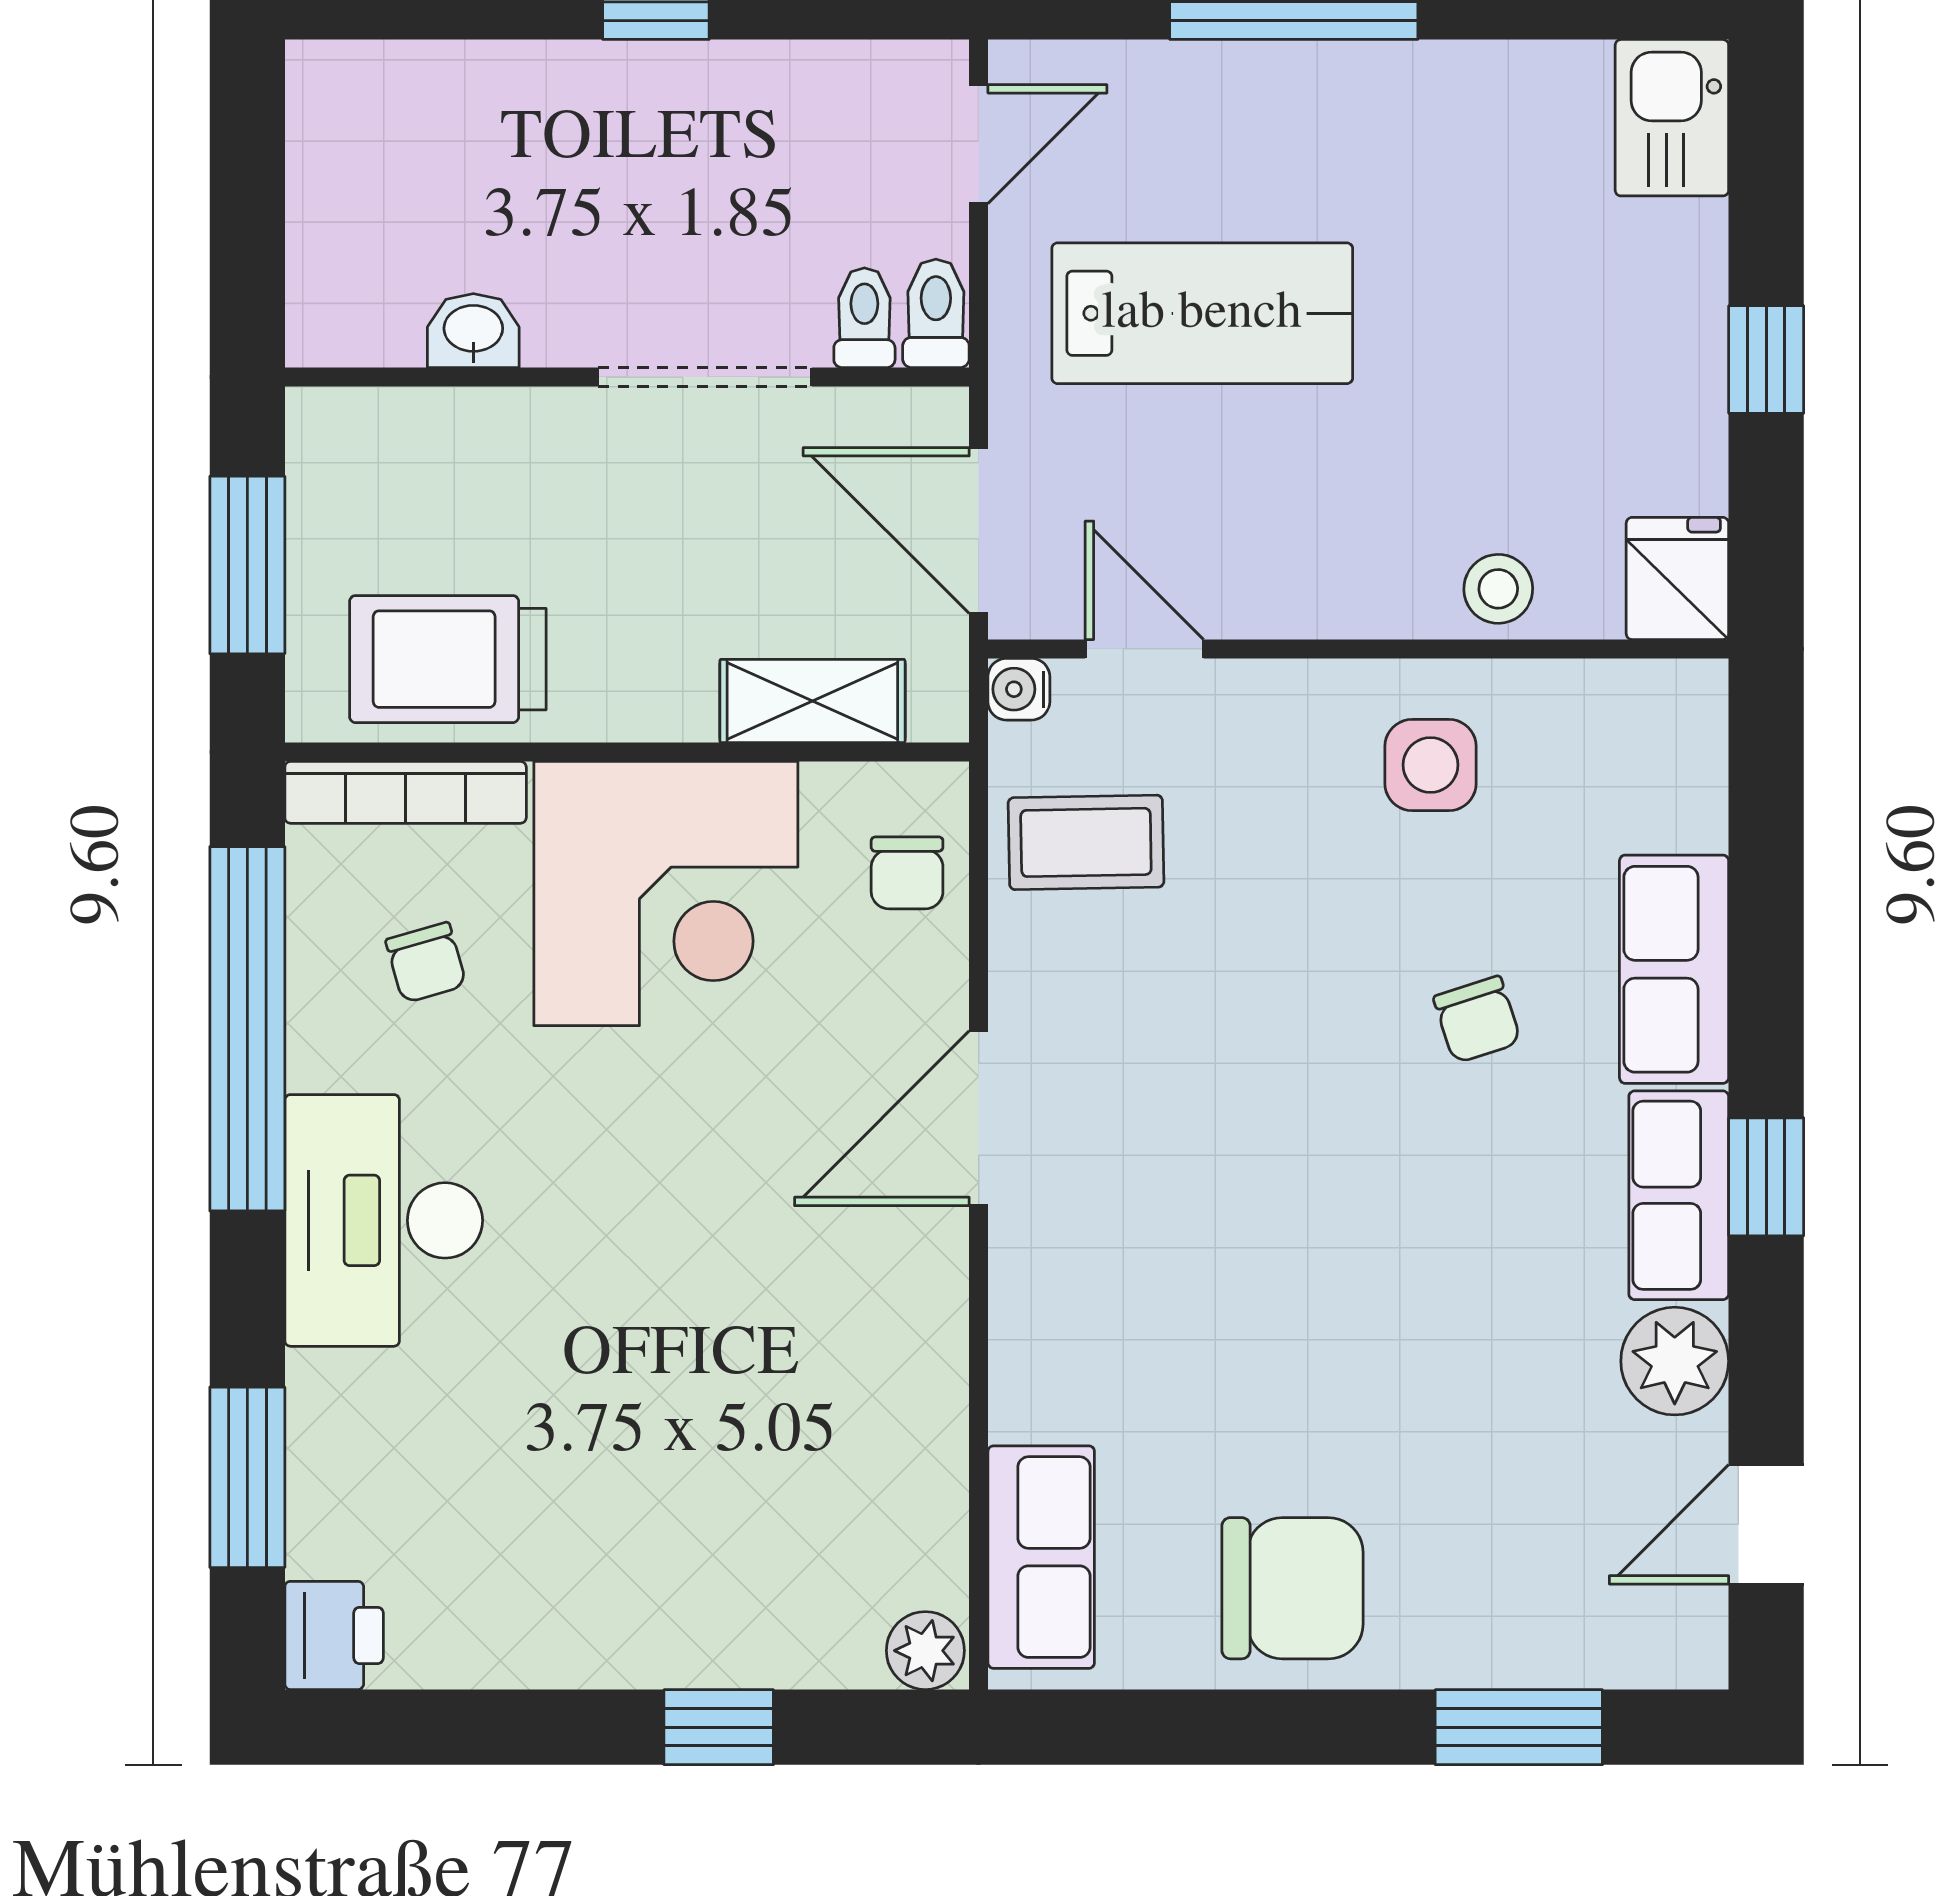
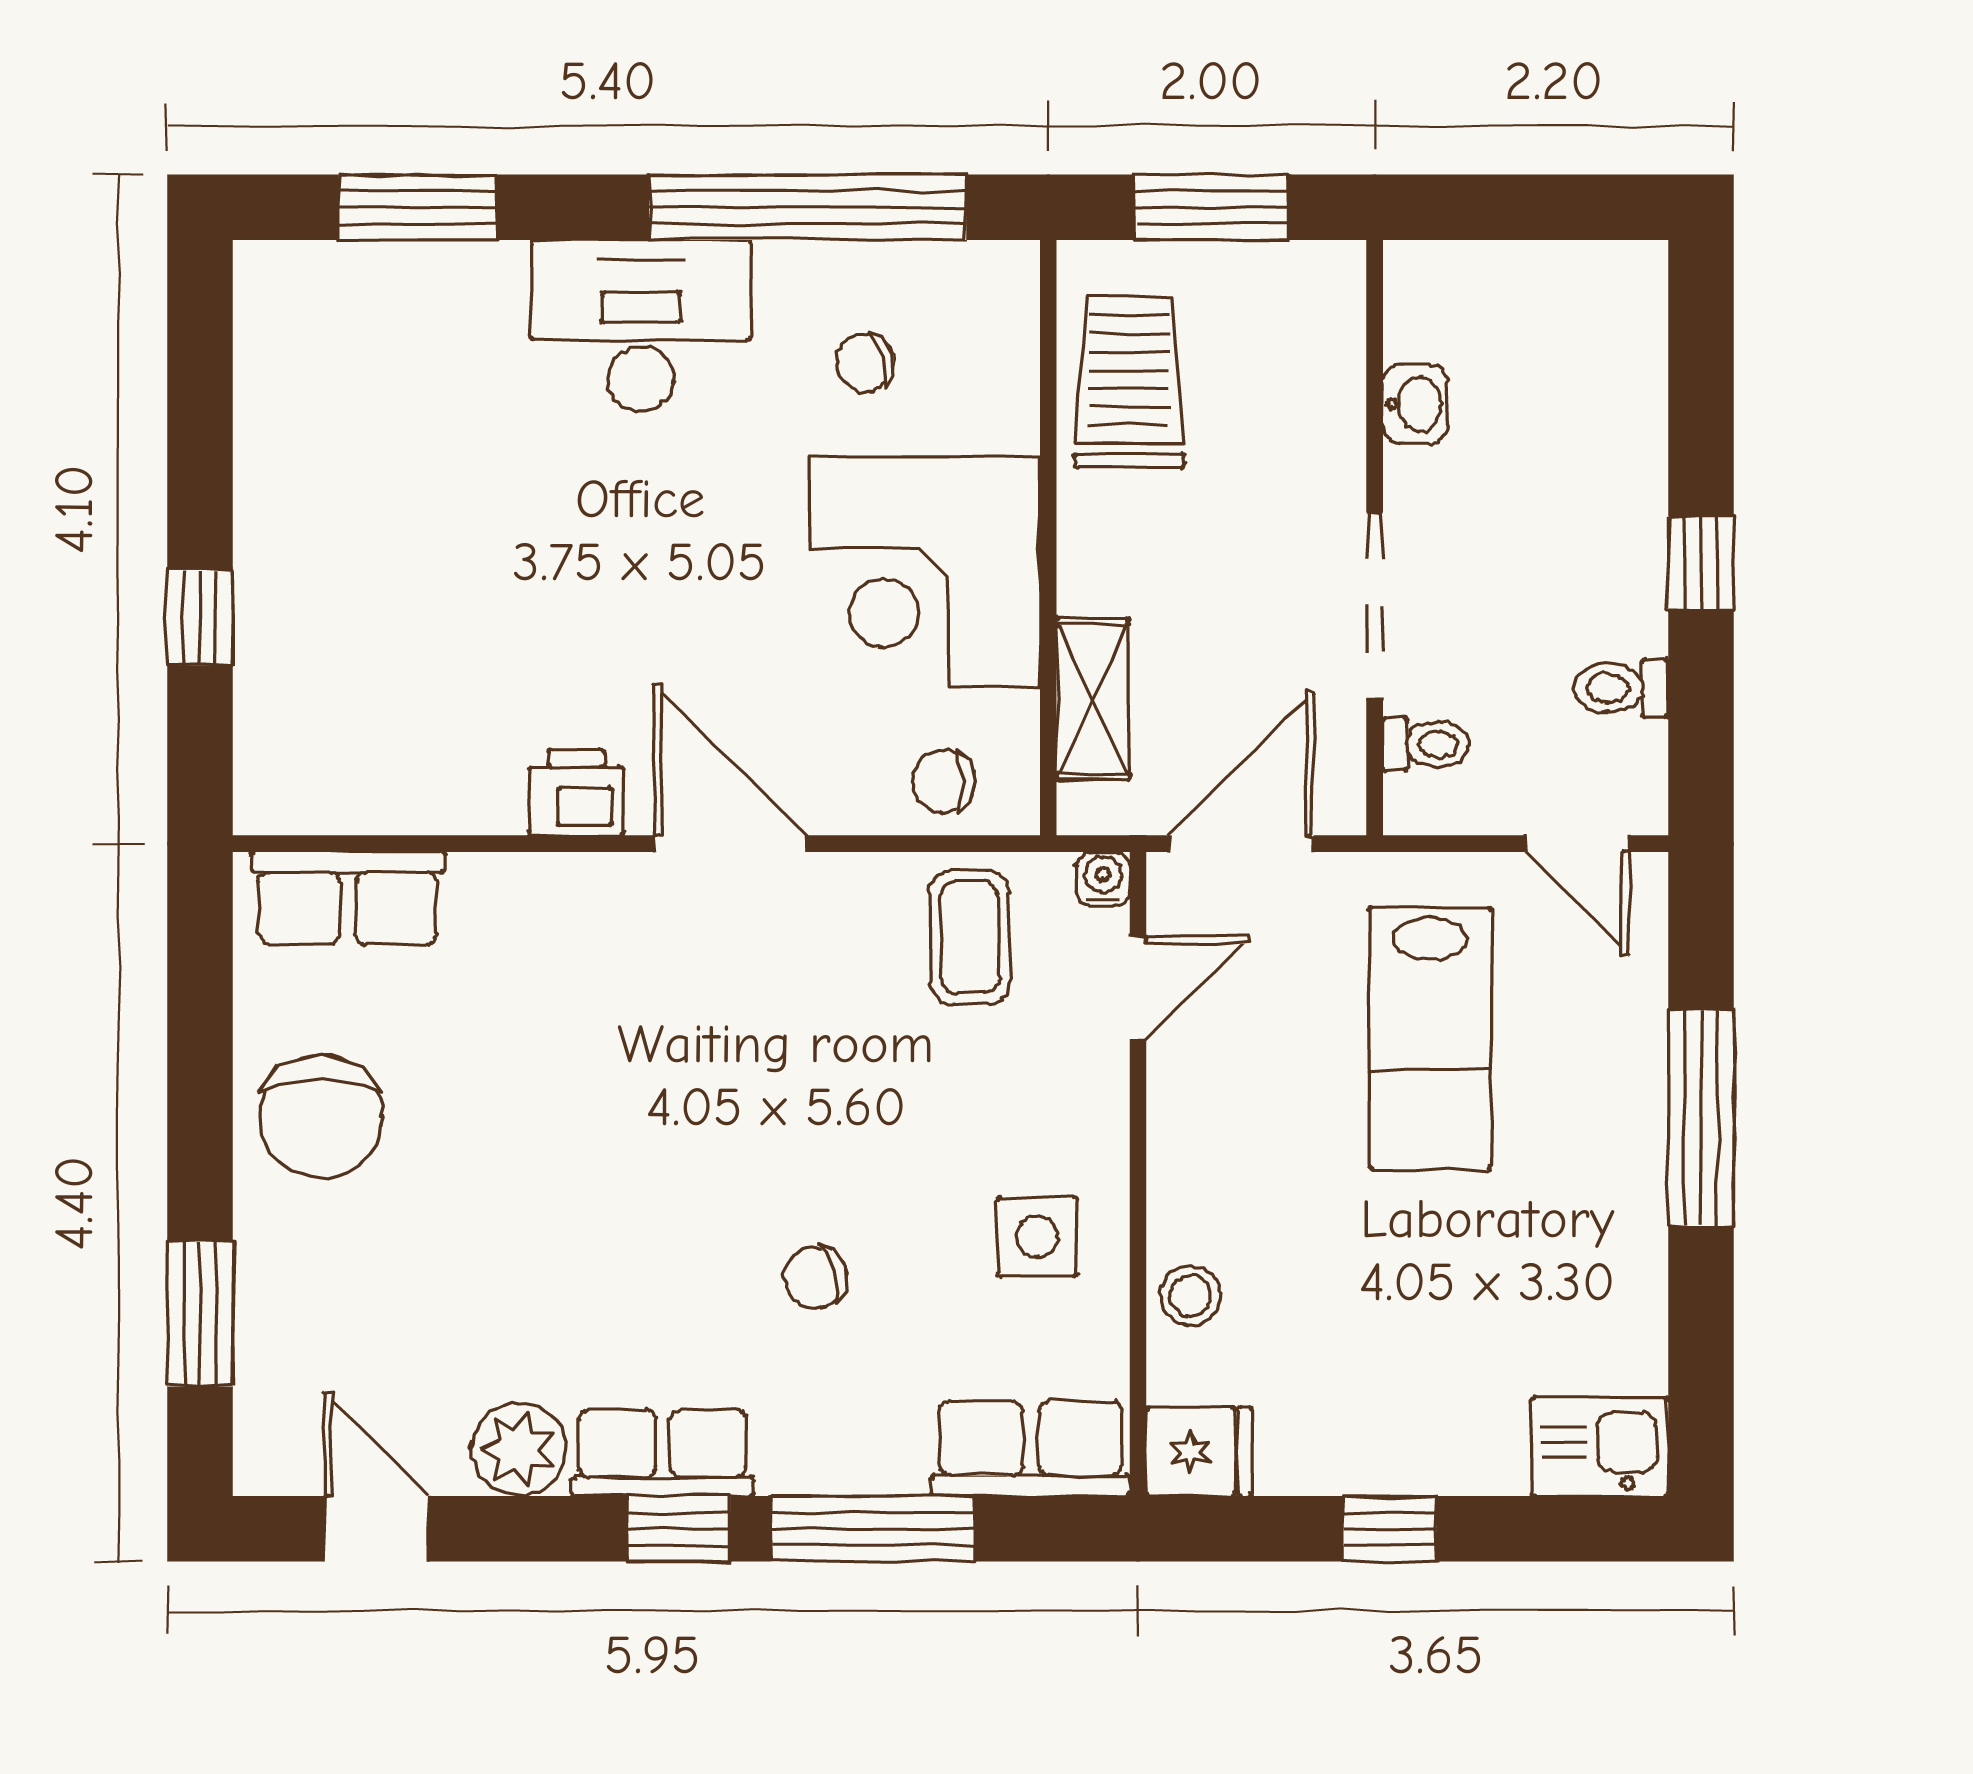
toilet: (936, 313) -> (1621, 688), moved, turned 180
bookcase: (406, 792) -> (1013, 345), removed
window: (1766, 954) -> (873, 1529), added
row of seats: (1674, 969) -> (1031, 1449), moved
printer: (334, 1635) -> (576, 793), moved, turned 180
plant: (925, 1651) -> (267, 797), removed

